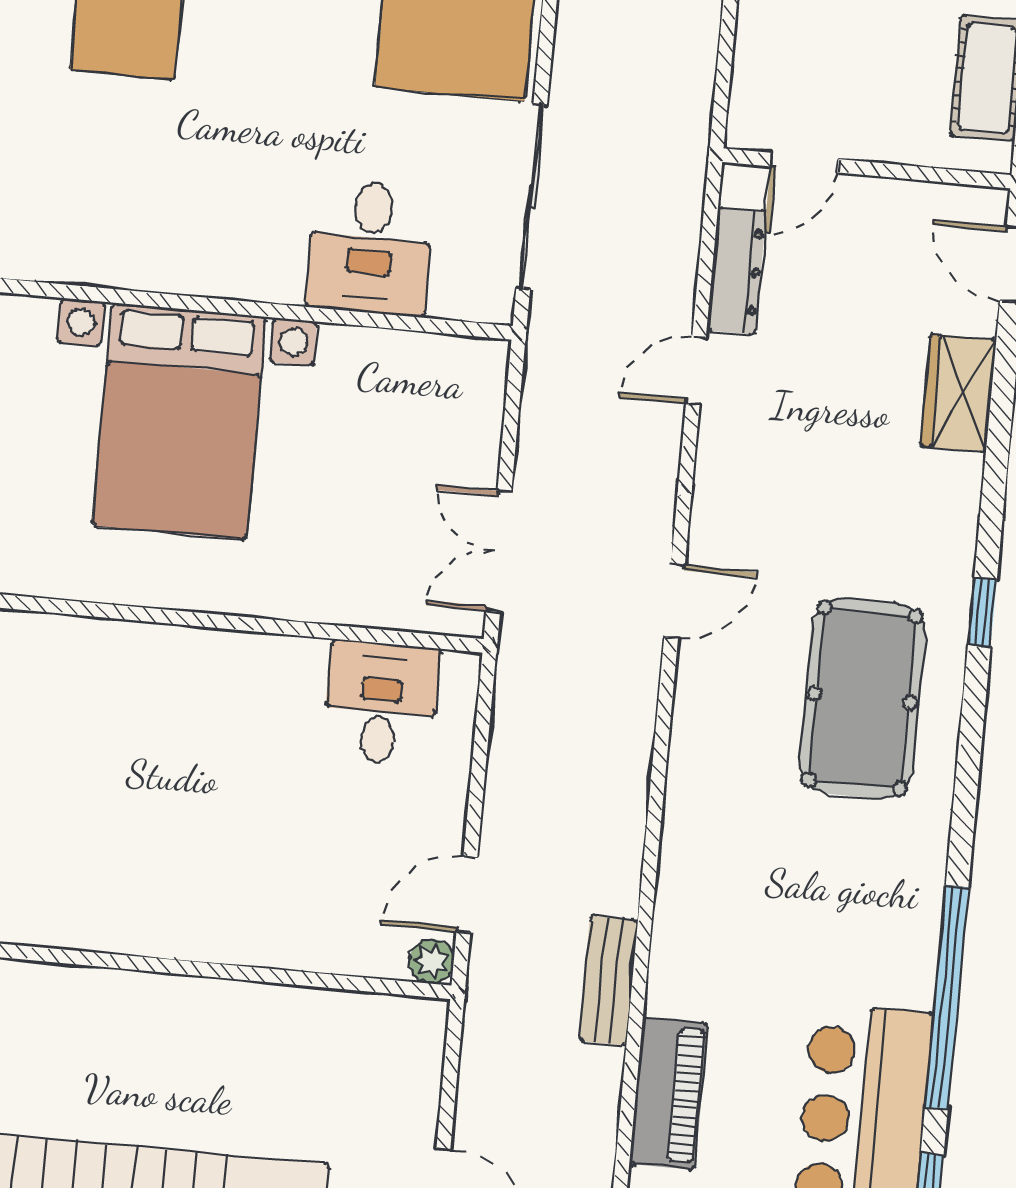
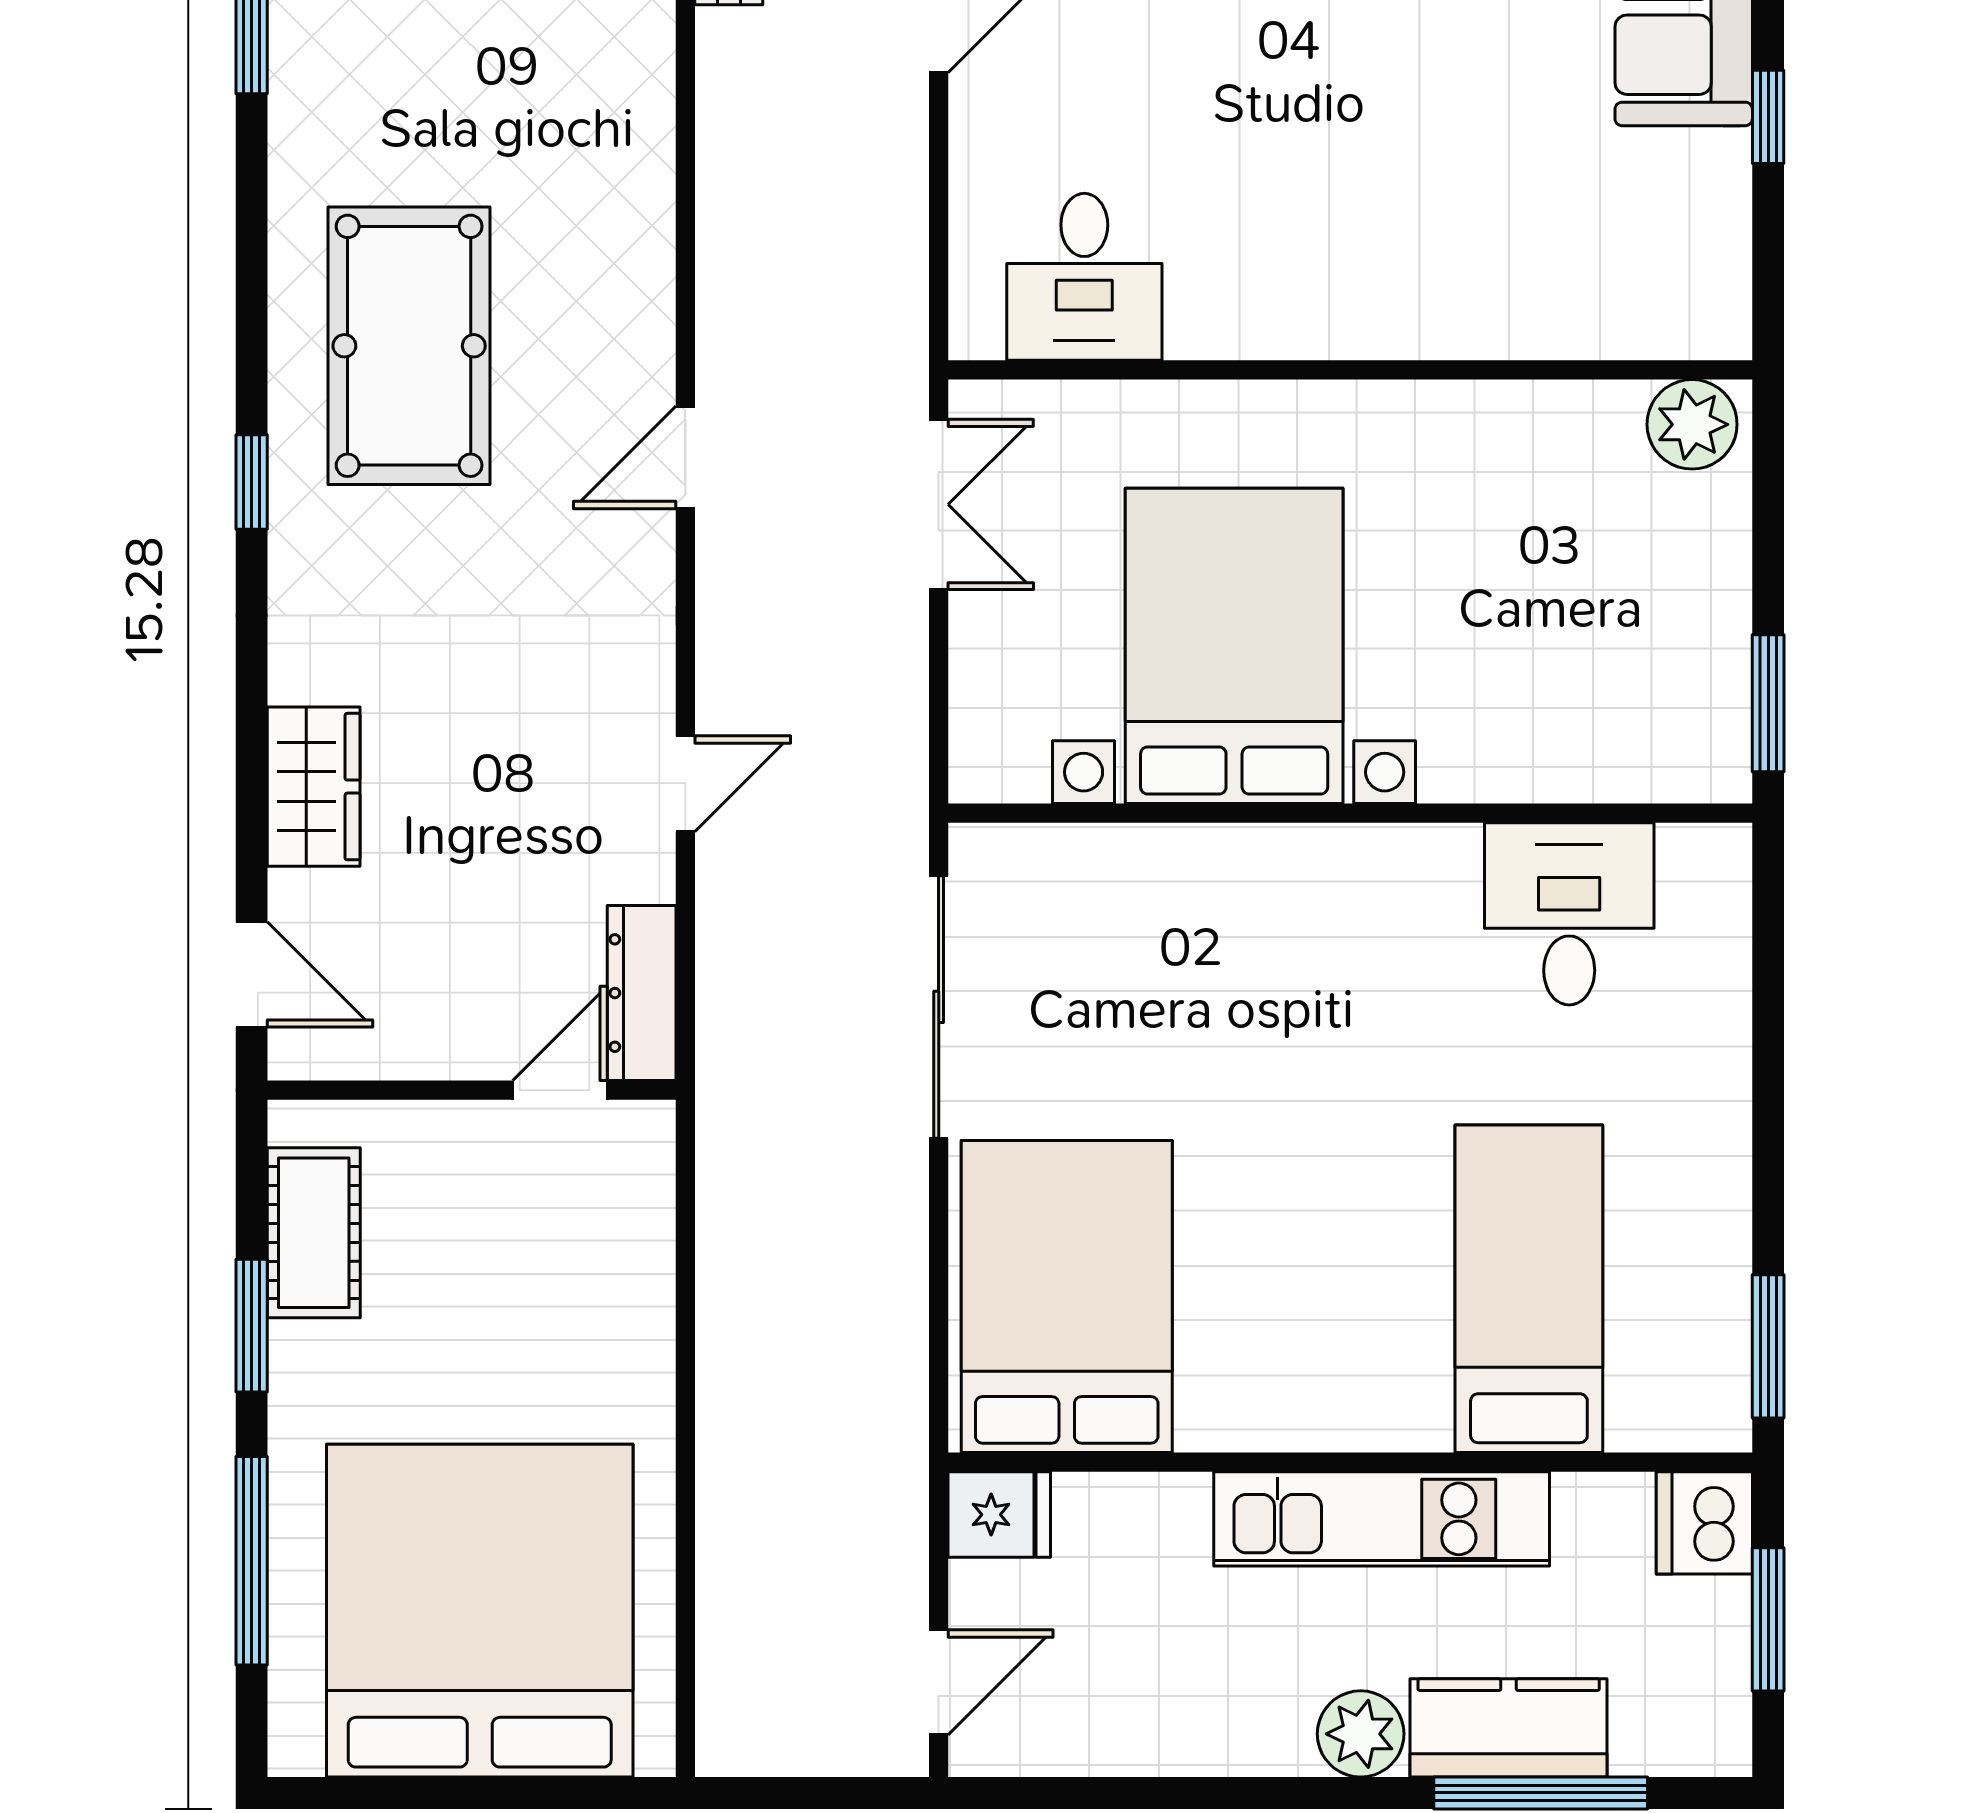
desk: (370, 248) -> (1569, 914), moved
dresser: (736, 271) -> (642, 993), moved
bed with nightstands: (179, 421) -> (1234, 646), moved

